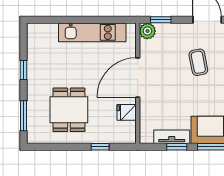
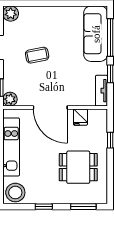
stool: (40, 37) -> (15, 193), added
tv unit: (172, 137) -> (101, 91), moved

